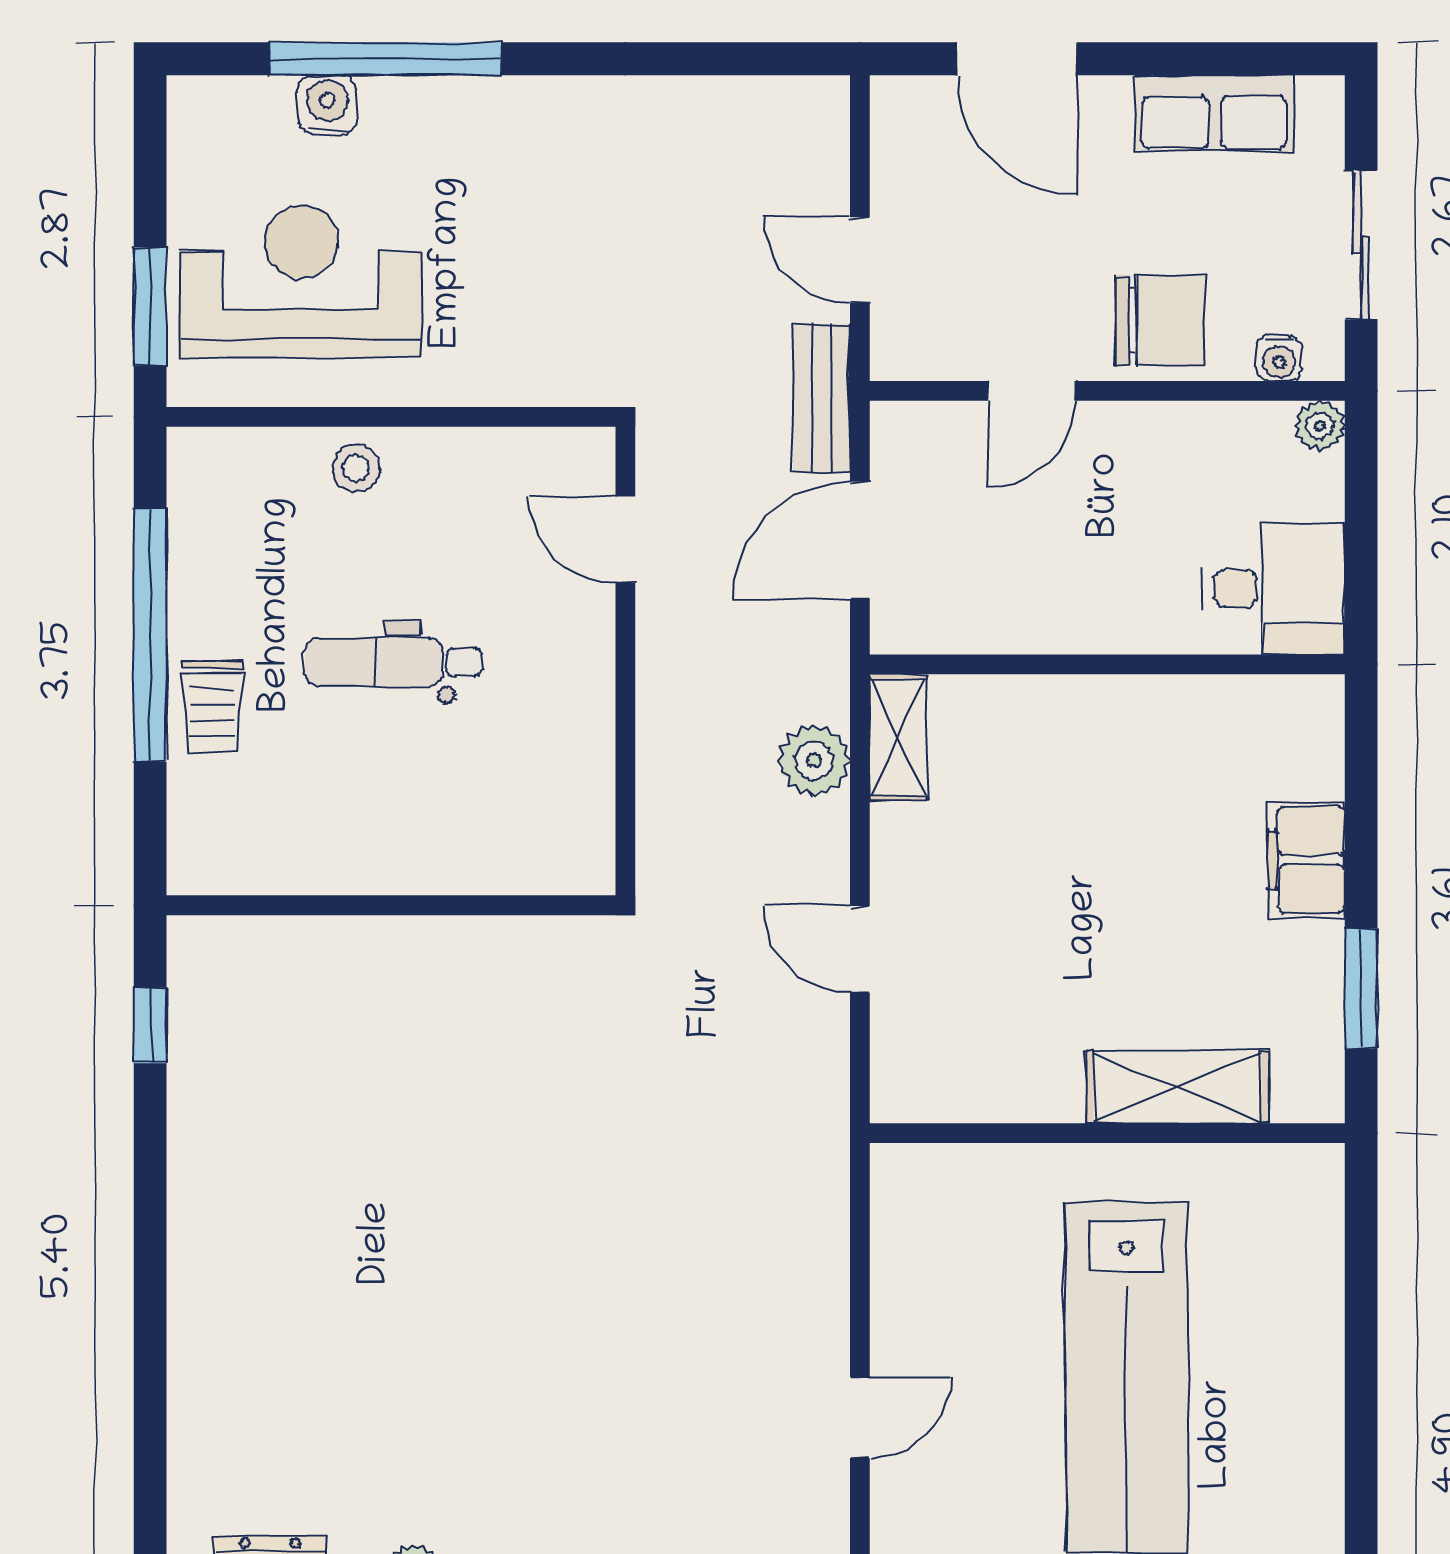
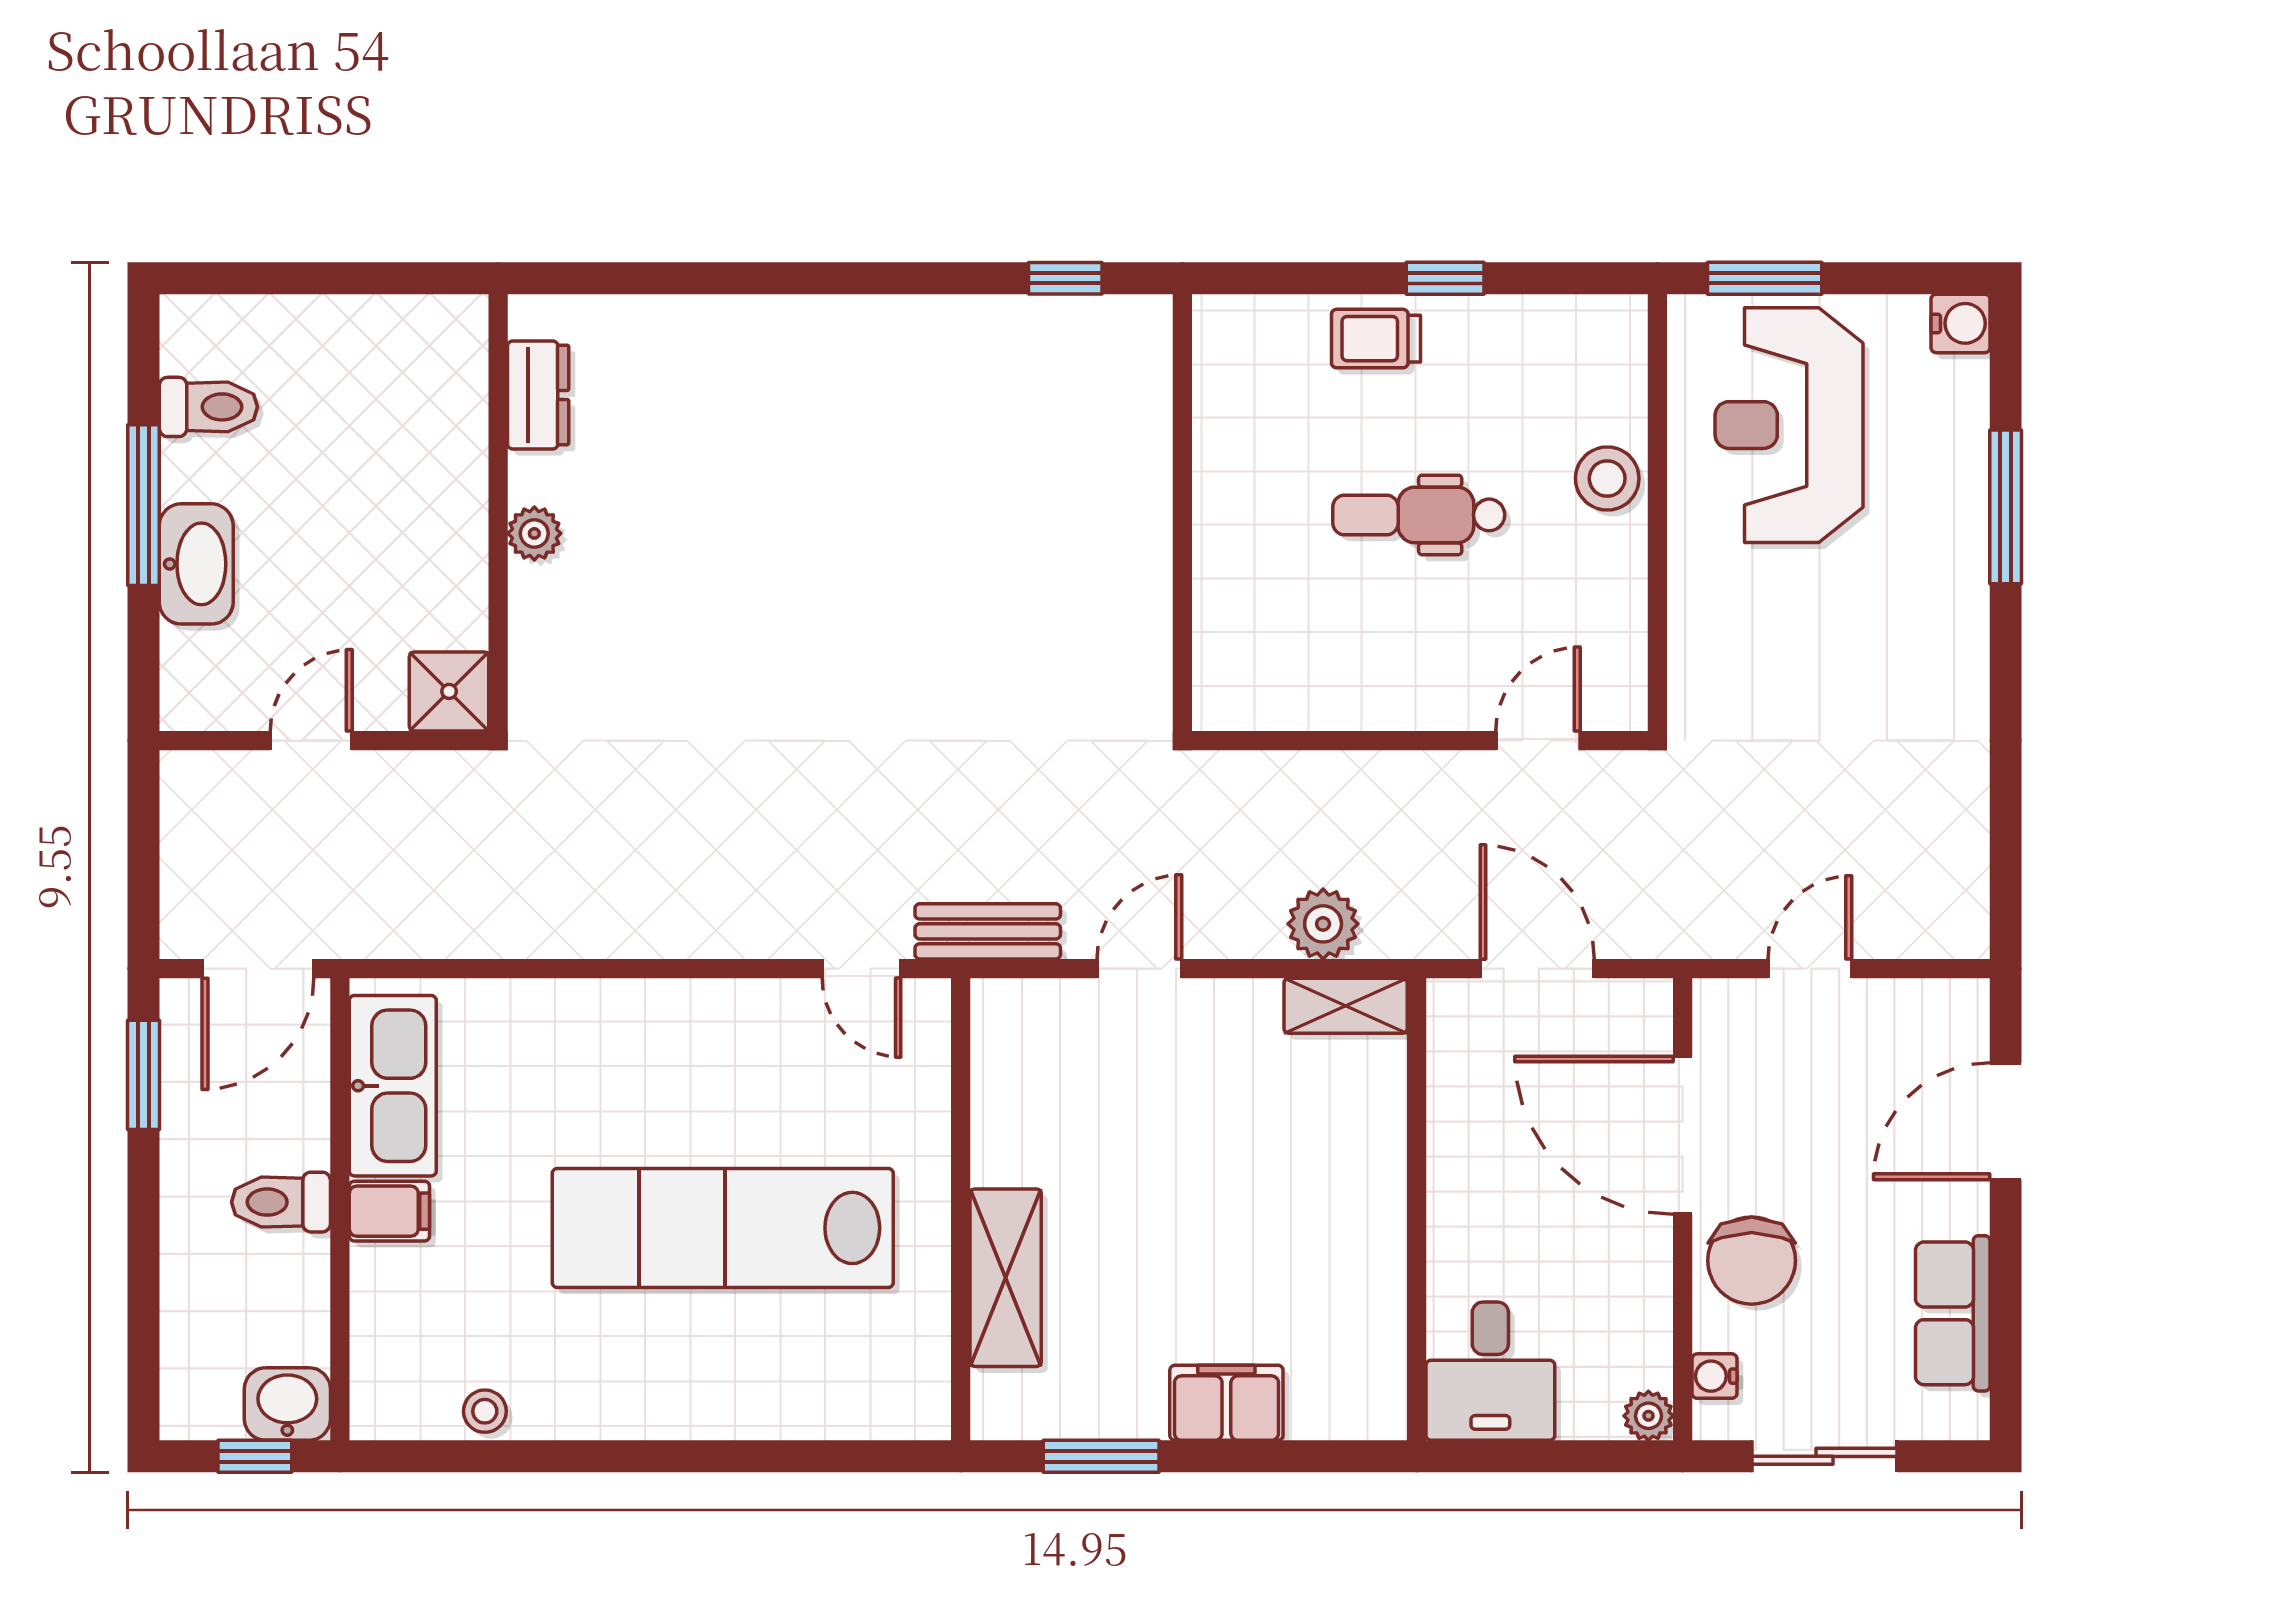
window: (385, 59) -> (2006, 507), width x0.68
water cooler: (327, 105) -> (1960, 323), moved
reception desk: (301, 281) -> (1789, 425), turned 180
door: (1031, 391) -> (1683, 1135), width x1.87
bench: (822, 398) -> (988, 931), moved
stool: (356, 468) -> (1607, 478), width x1.37, depth x1.37
window: (150, 635) -> (1445, 278), width x0.32
dental chair: (393, 662) -> (1419, 515), turned -90
door: (860, 1417) -> (861, 969), moved

